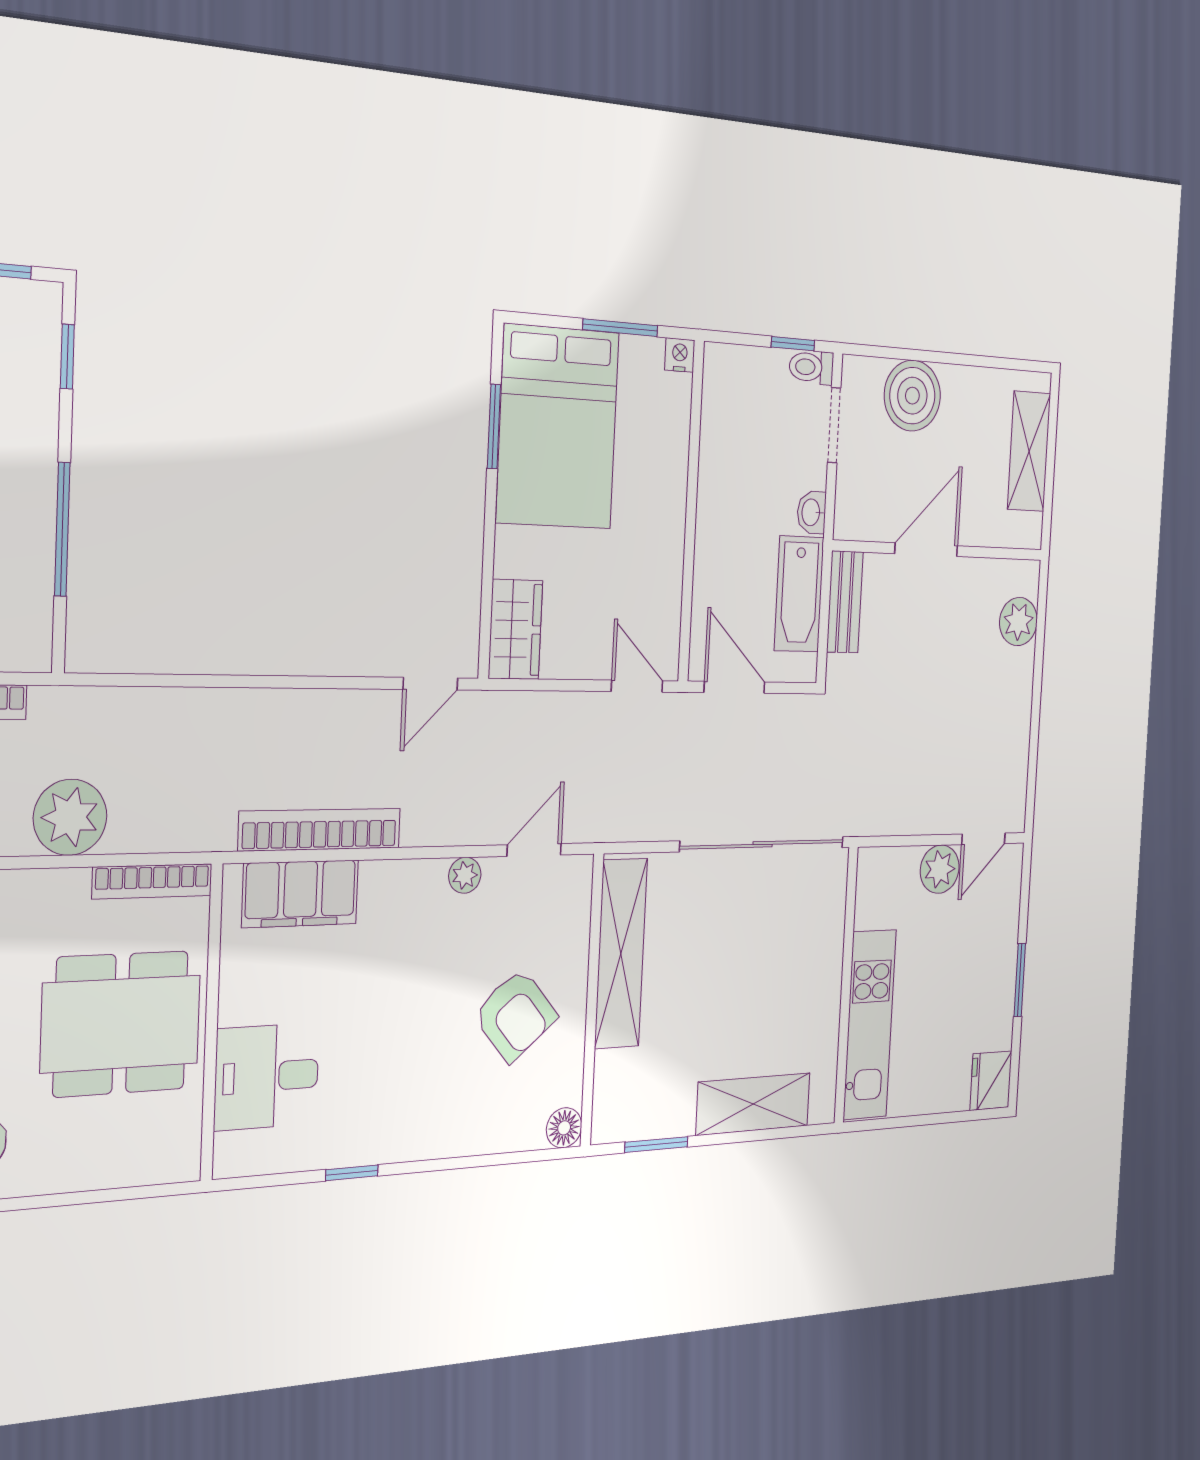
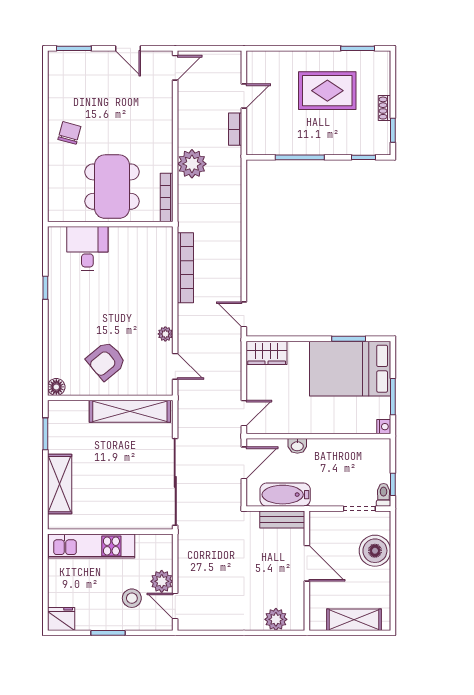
washbasin: (812, 512) -> (297, 446), moved, turned 180
filing cabinet: (300, 894) -> (160, 260), removed
stool: (965, 932) -> (132, 598), added

